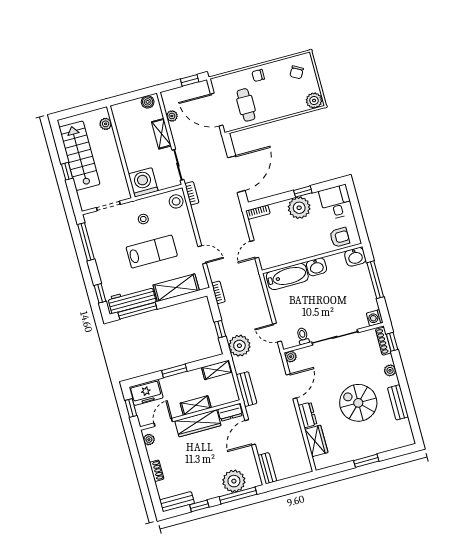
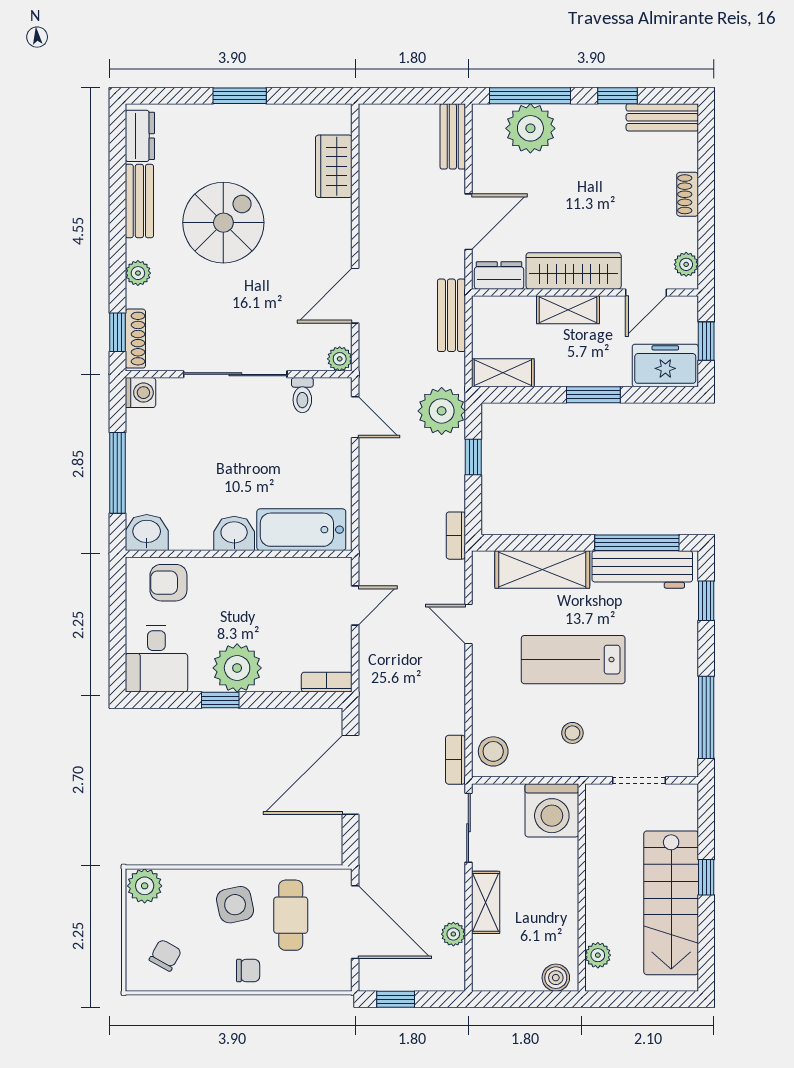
boiler: (148, 102) -> (556, 978), moved
side table: (272, 103) -> (235, 905), added
spiral stairs: (358, 403) -> (223, 223), turned -90
dresser: (308, 415) -> (140, 136), moved, turned 180

